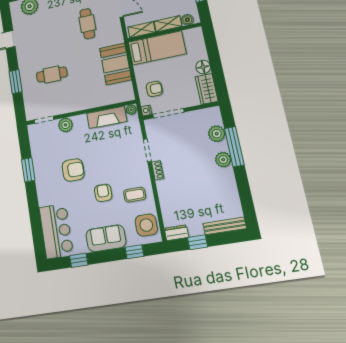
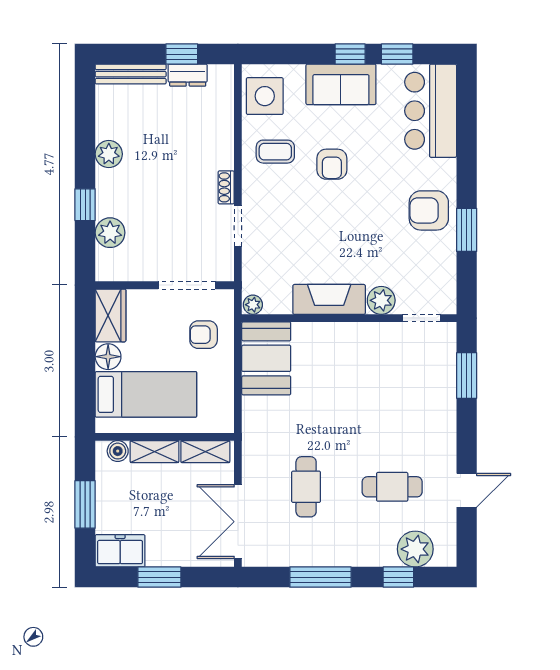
bed: (157, 48) -> (146, 394), moved, turned 180
booth: (115, 64) -> (266, 358), moved
cafe table: (52, 74) -> (392, 487), moved
window: (16, 82) -> (467, 375), moved
nightstand: (146, 110) -> (226, 298), removed
fireplace: (107, 117) -> (329, 299), moved
window: (234, 147) -> (85, 205), width x0.46
plant: (223, 160) -> (109, 154), moved
armchair: (73, 170) -> (429, 210), moved
dresser: (176, 233) -> (188, 75), moved
window: (134, 252) -> (350, 54), moved

